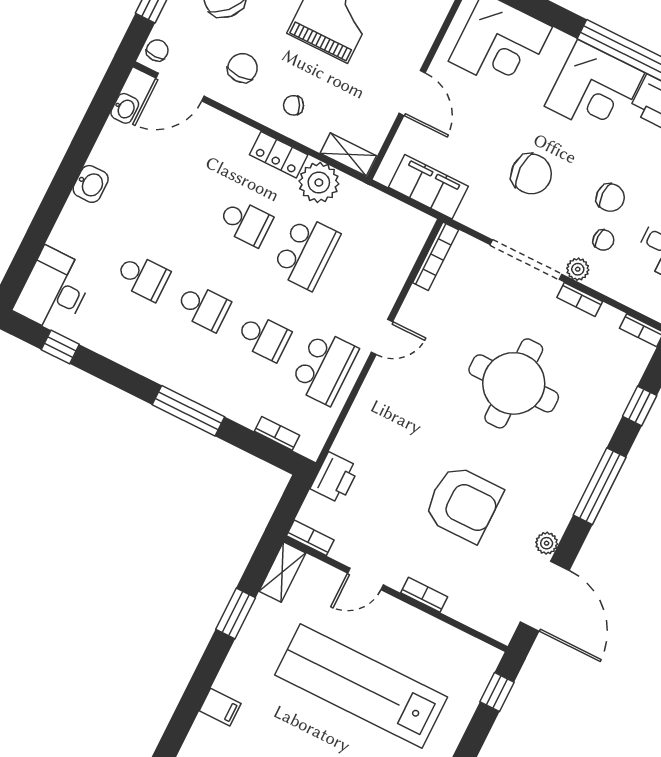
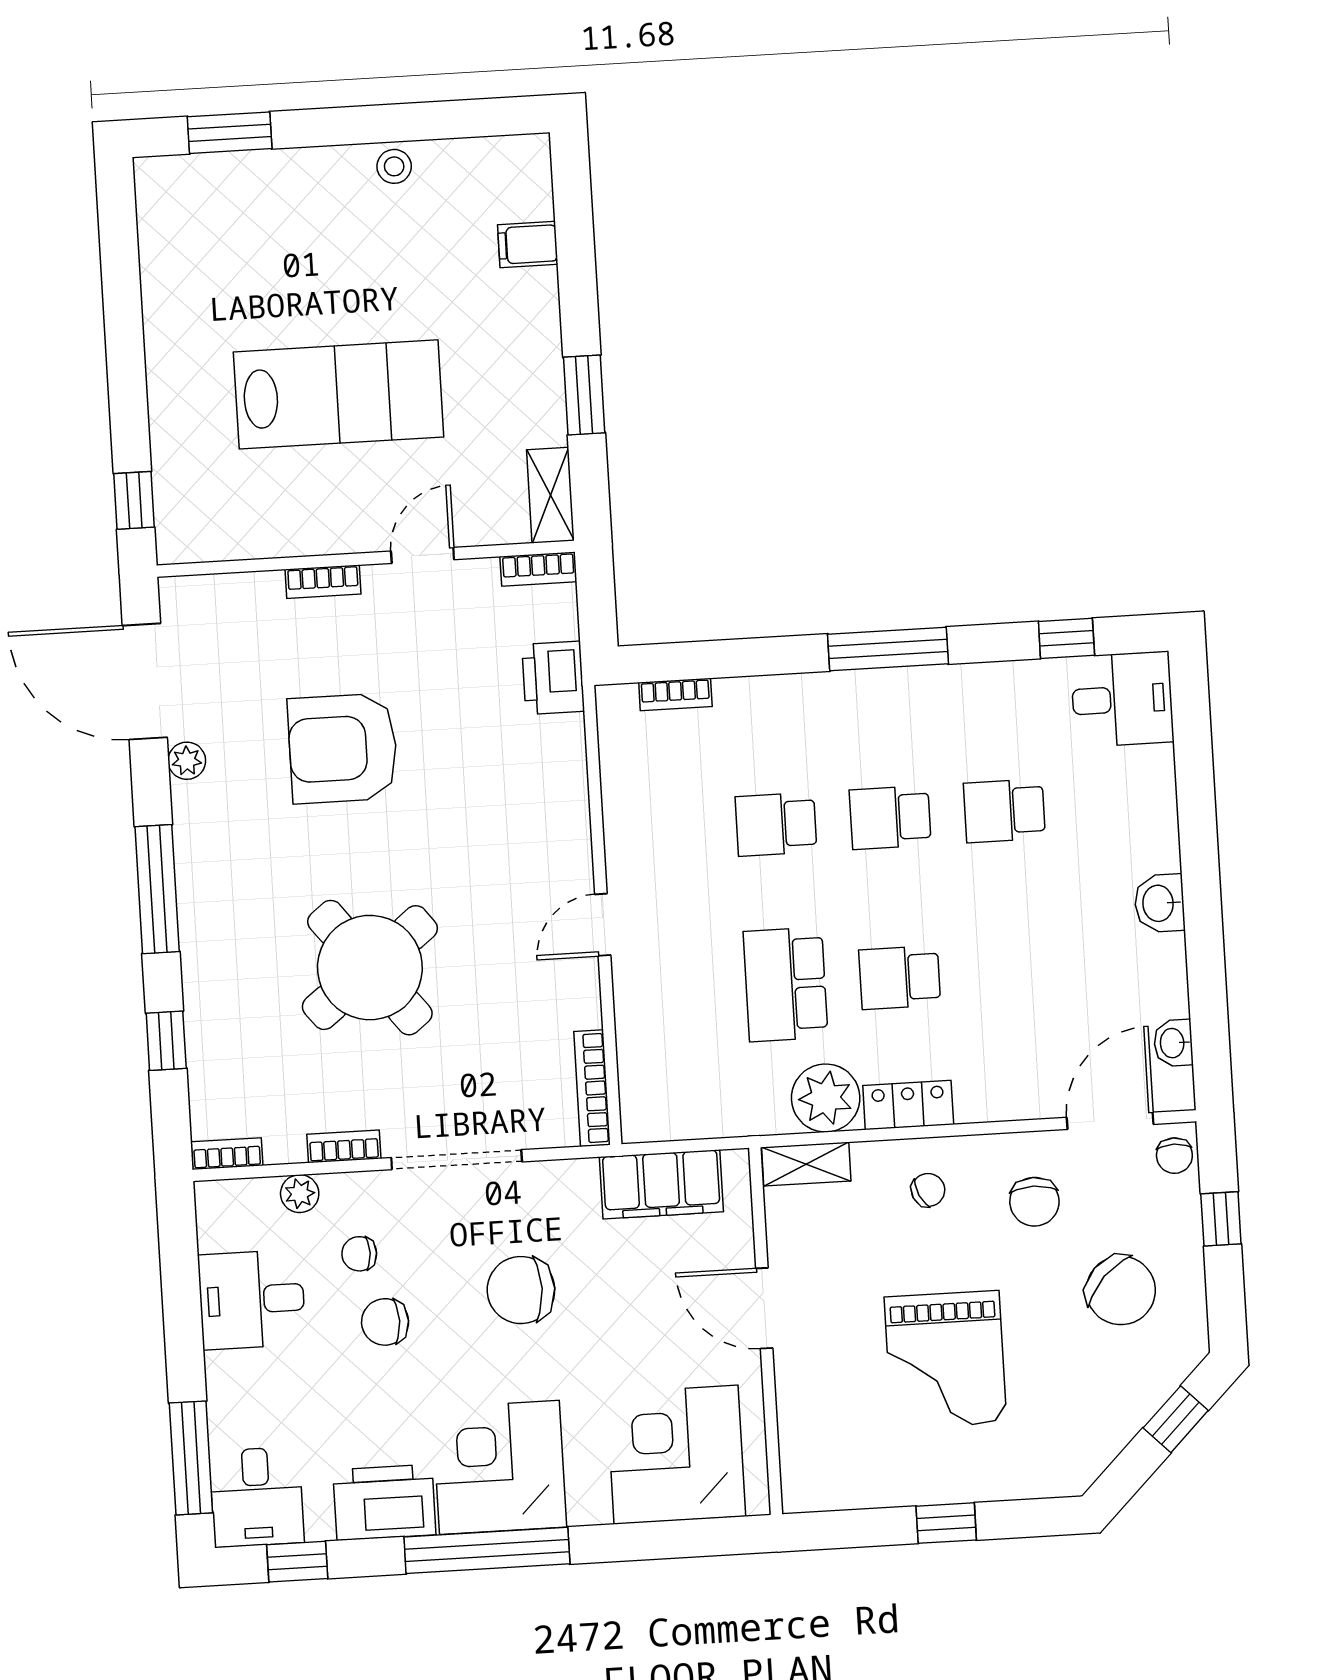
plant: (578, 269) -> (300, 1194), moved
desk: (54, 290) -> (1122, 699), width x0.73
school desk: (324, 367) -> (662, 831), removed
round table: (514, 383) -> (370, 968), turned -38
window: (188, 411) -> (888, 649), moved
lab bench: (361, 686) -> (339, 394), width x0.73

